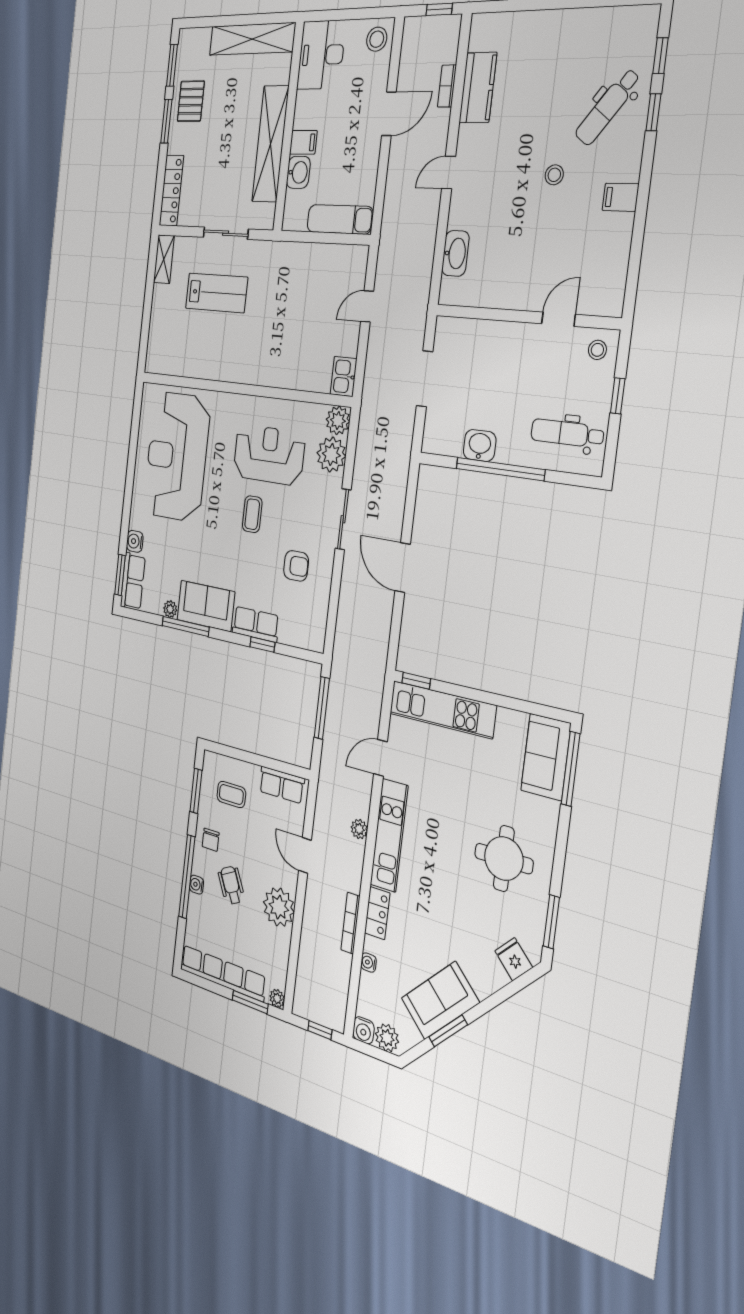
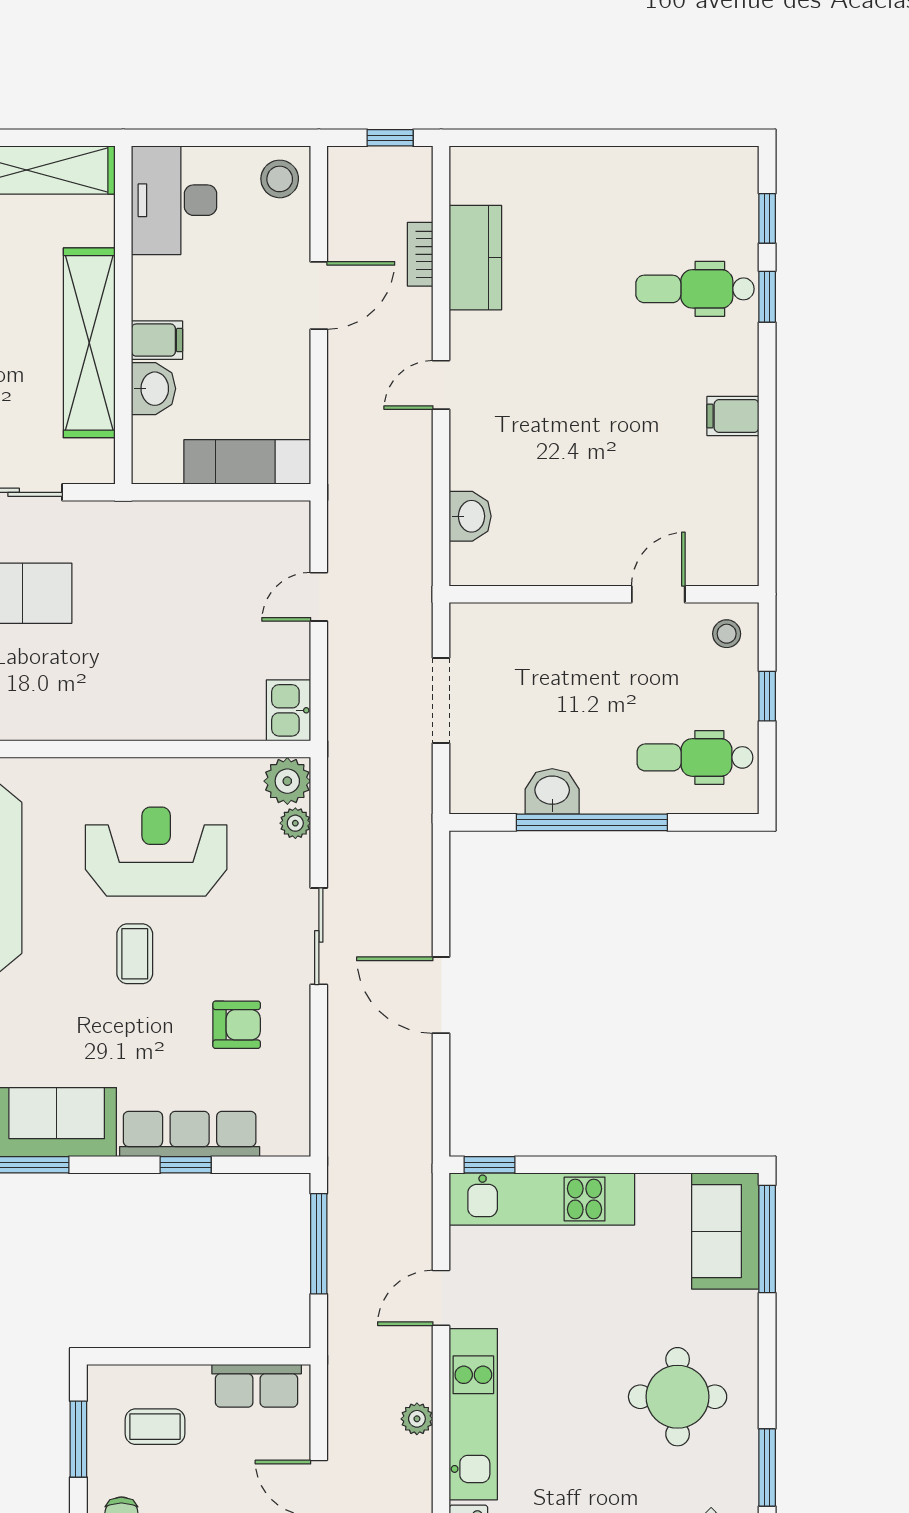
dental chair: (607, 107) -> (695, 289), turned 53
stool: (554, 175) -> (623, 386), removed
washbasin: (455, 253) -> (470, 516), width x0.72
plant: (331, 455) -> (295, 823), width x0.53, depth x0.53
row of seats: (256, 624) -> (190, 1134), width x1.48

